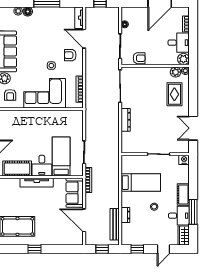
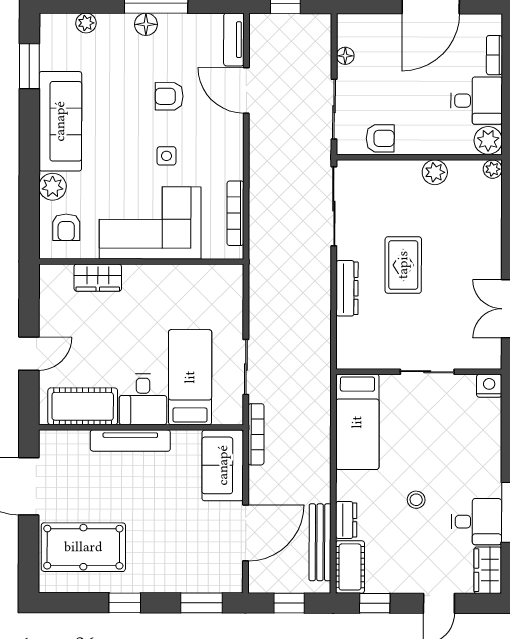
floor lamp: (28, 12) -> (146, 24), moved
armchair: (70, 55) -> (169, 96), moved
plant: (176, 72) -> (435, 172), moved
rug: (174, 94) -> (403, 265), moved
wardrobe: (23, 116) -> (98, 278), added
bed: (141, 183) -> (357, 422), moved, turned 90
cot: (183, 194) -> (350, 567), moved
door: (84, 220) -> (246, 533), swing flipped
window: (66, 249) -> (201, 603), added

